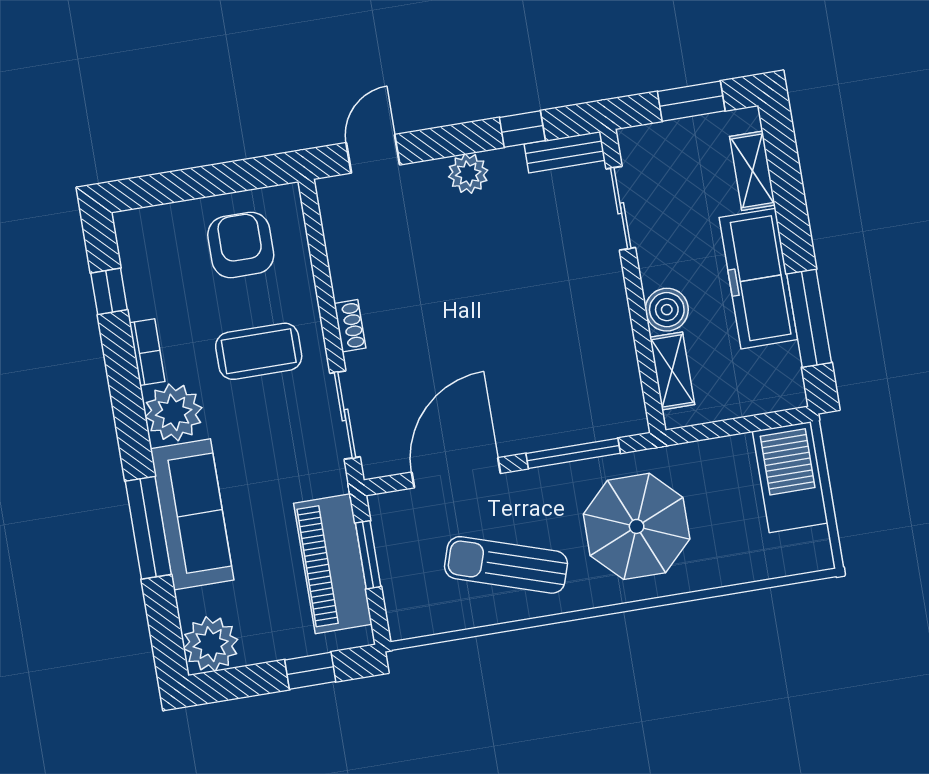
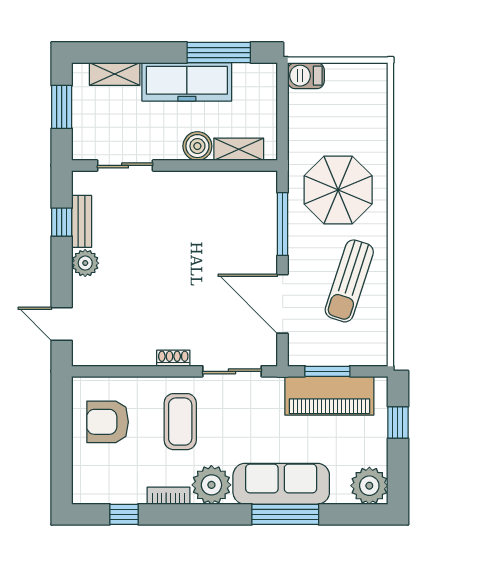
bench: (565, 152) -> (82, 221), moved
barbecue: (790, 477) -> (306, 76), width x0.53, depth x0.65

